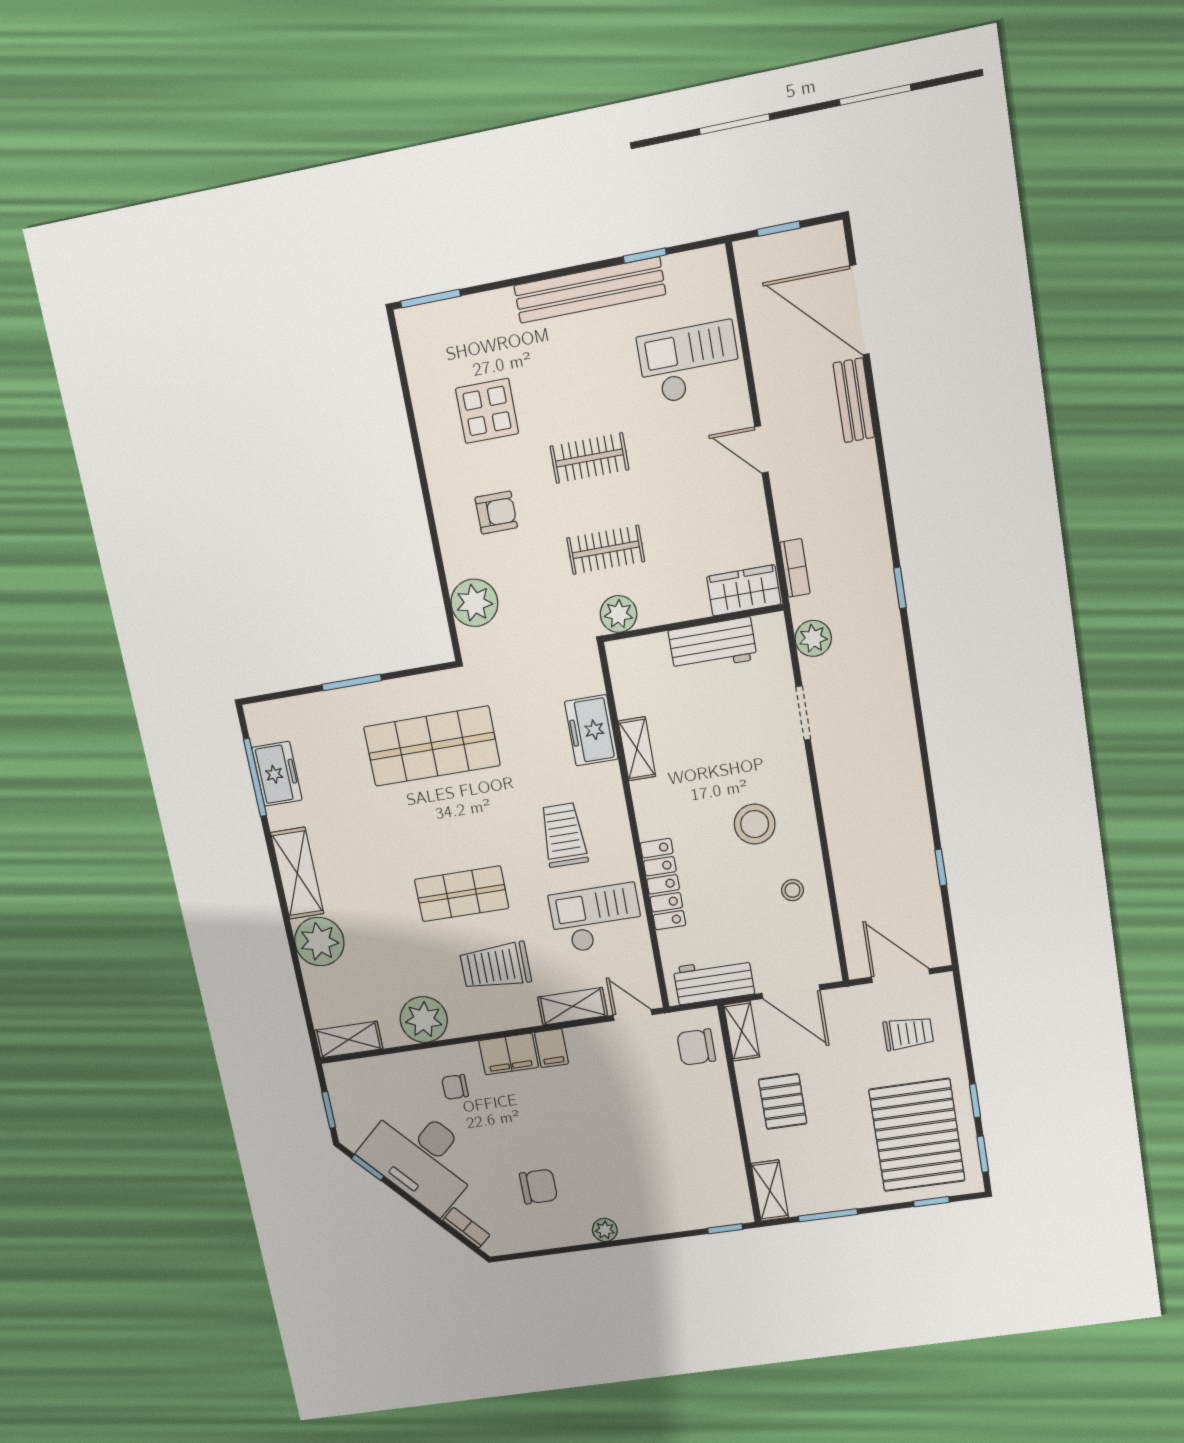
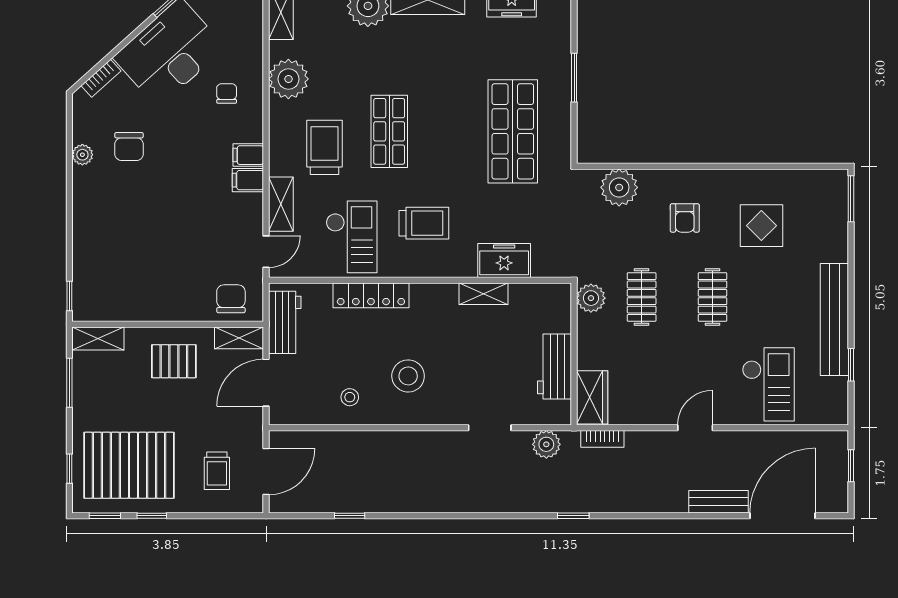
filing cabinet: (509, 1054) -> (248, 155), width x0.50
plant: (605, 1230) -> (82, 155), moved

